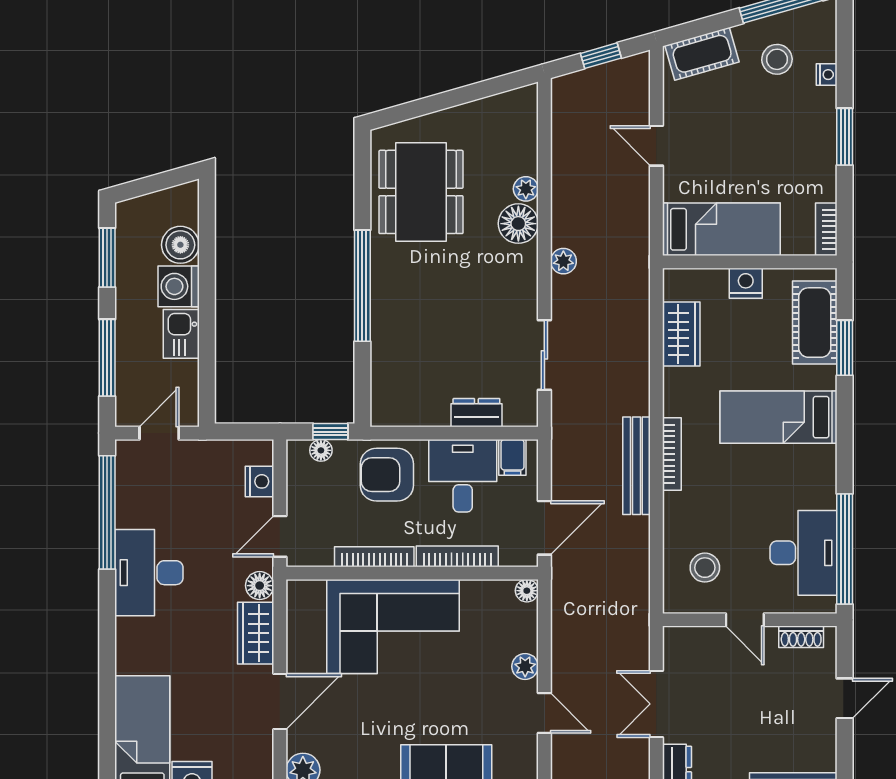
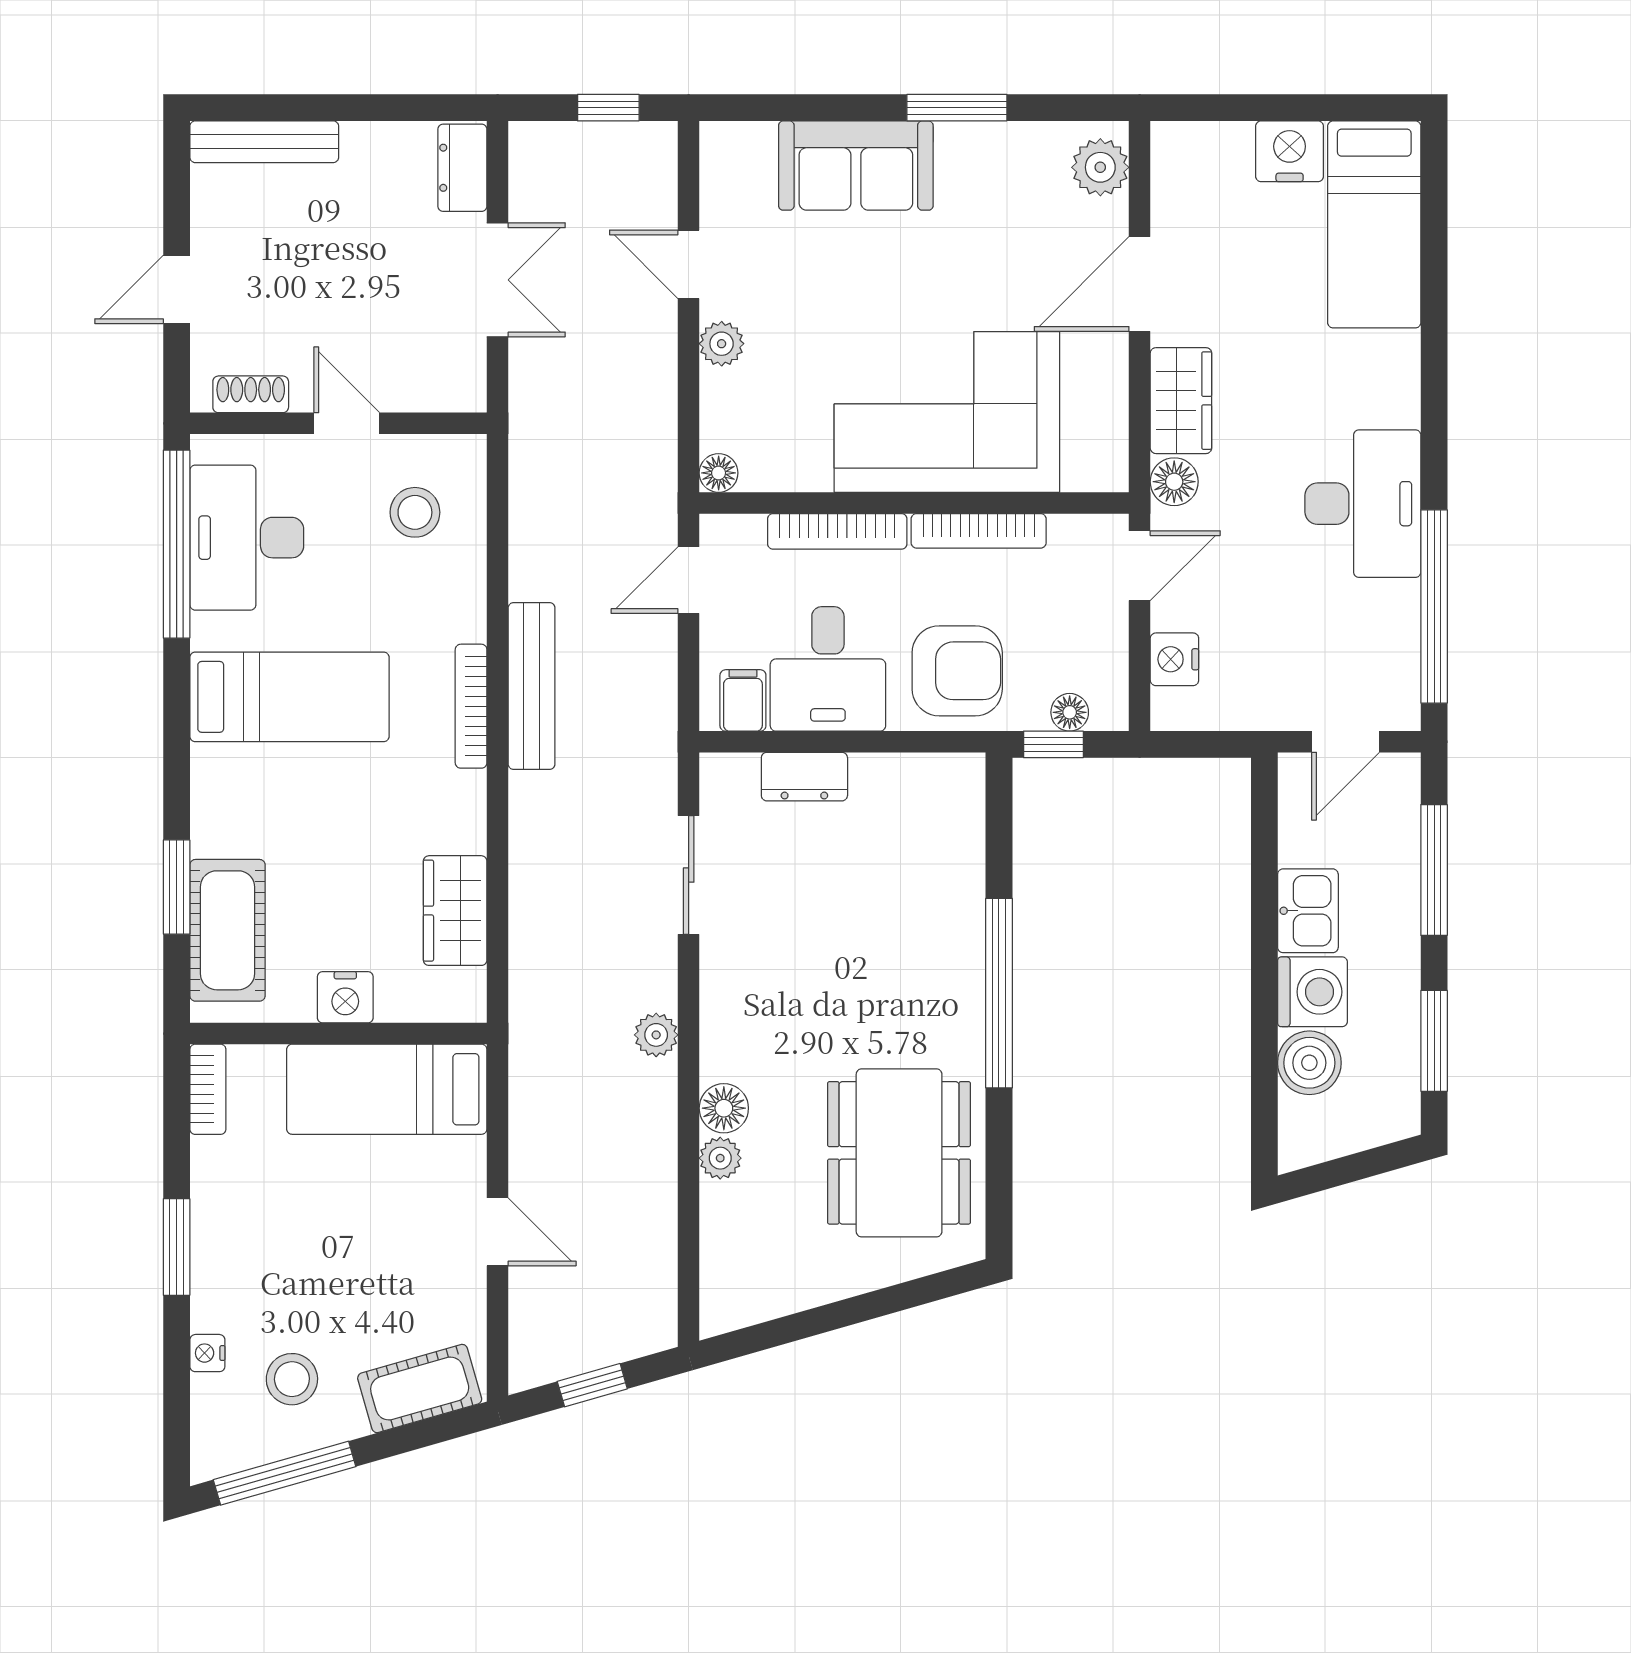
floor lamp: (518, 224) -> (724, 1108), width x0.73, depth x0.73
bed: (778, 417) -> (289, 697), moved
door: (544, 528) -> (689, 580), width x0.73

